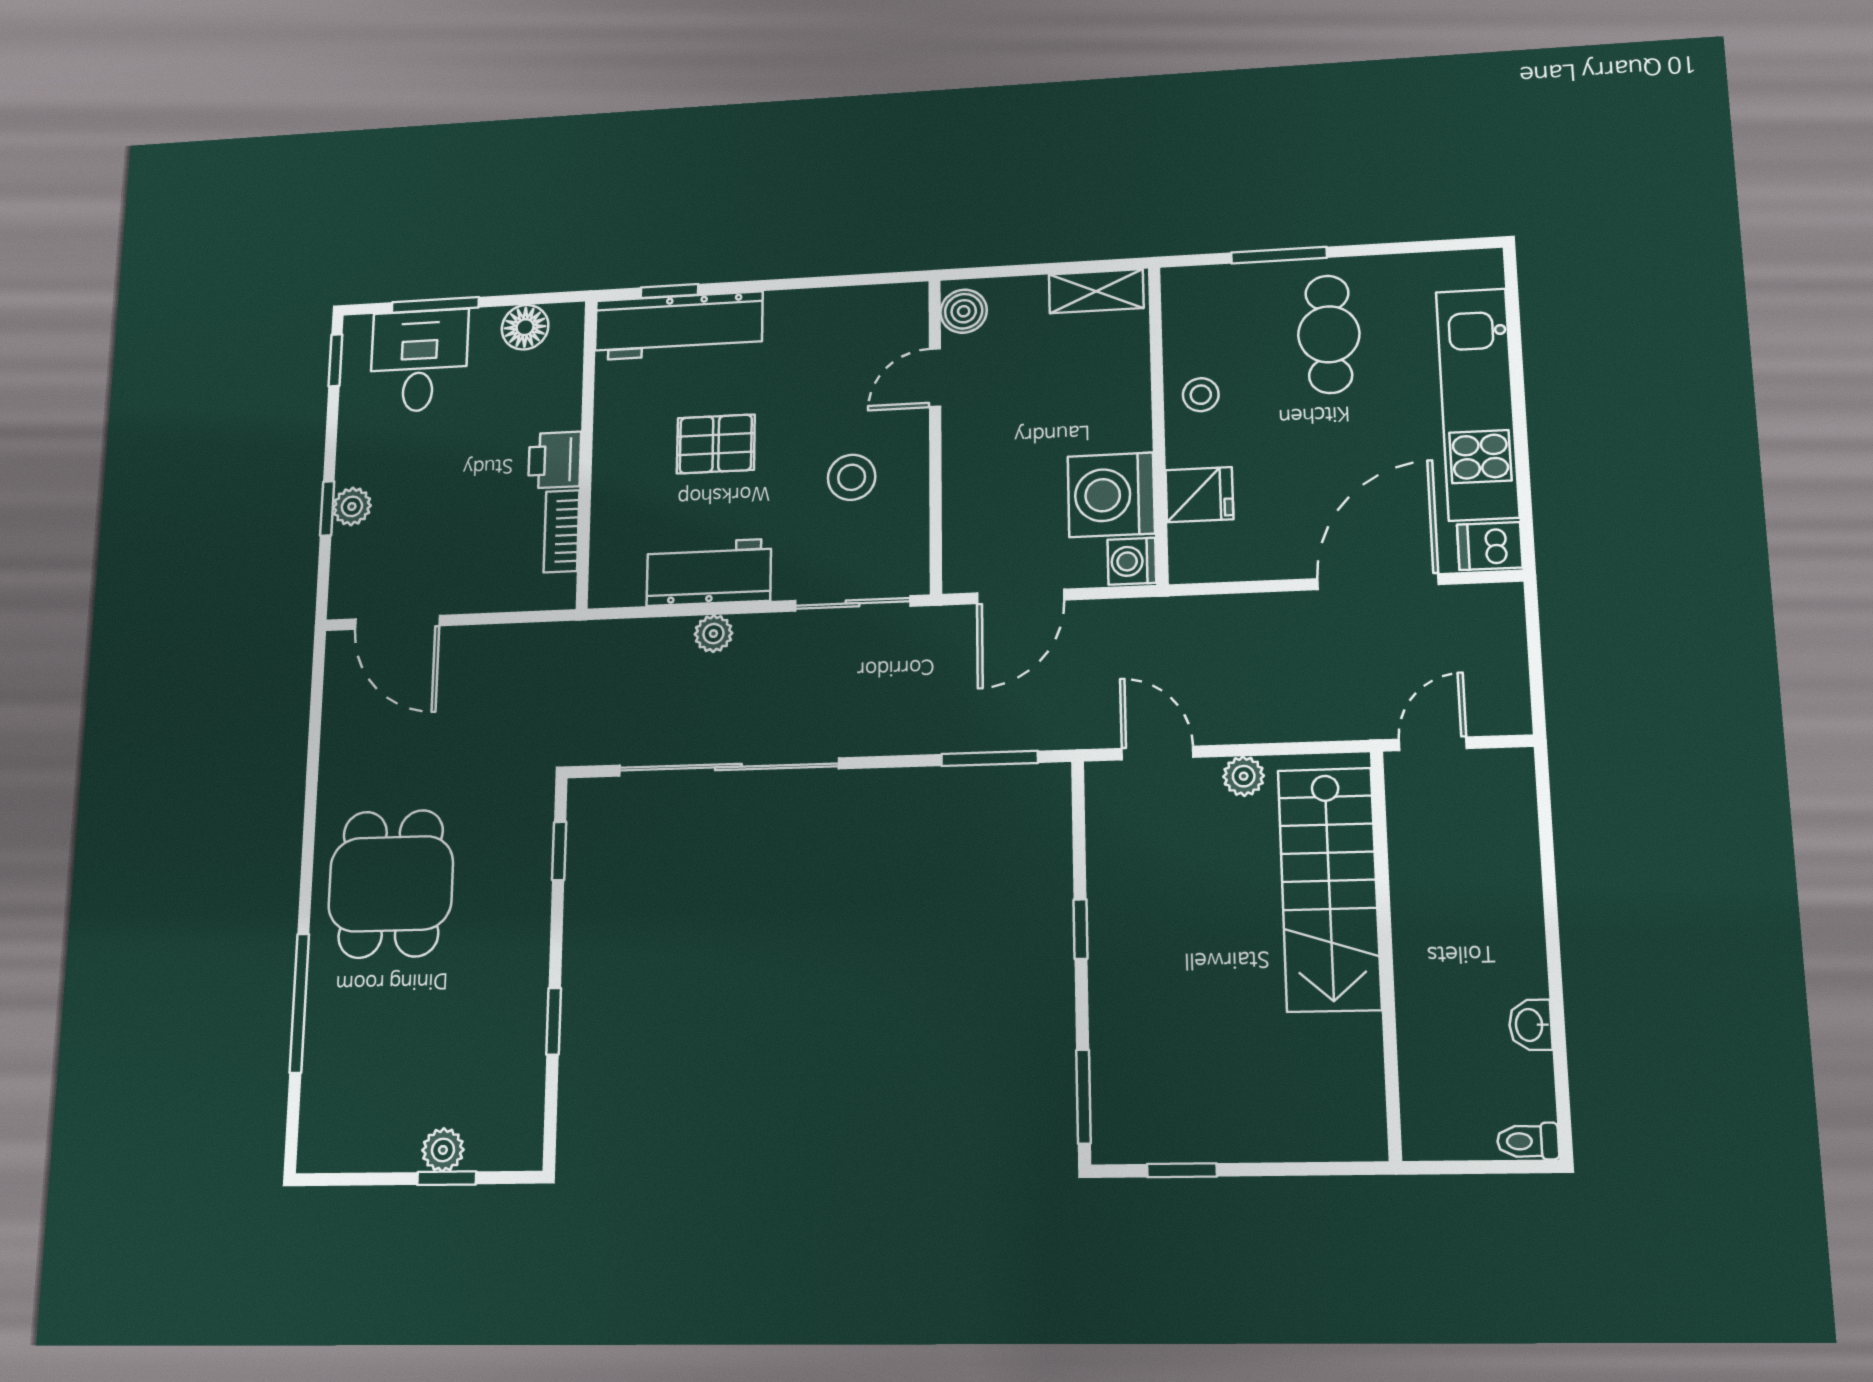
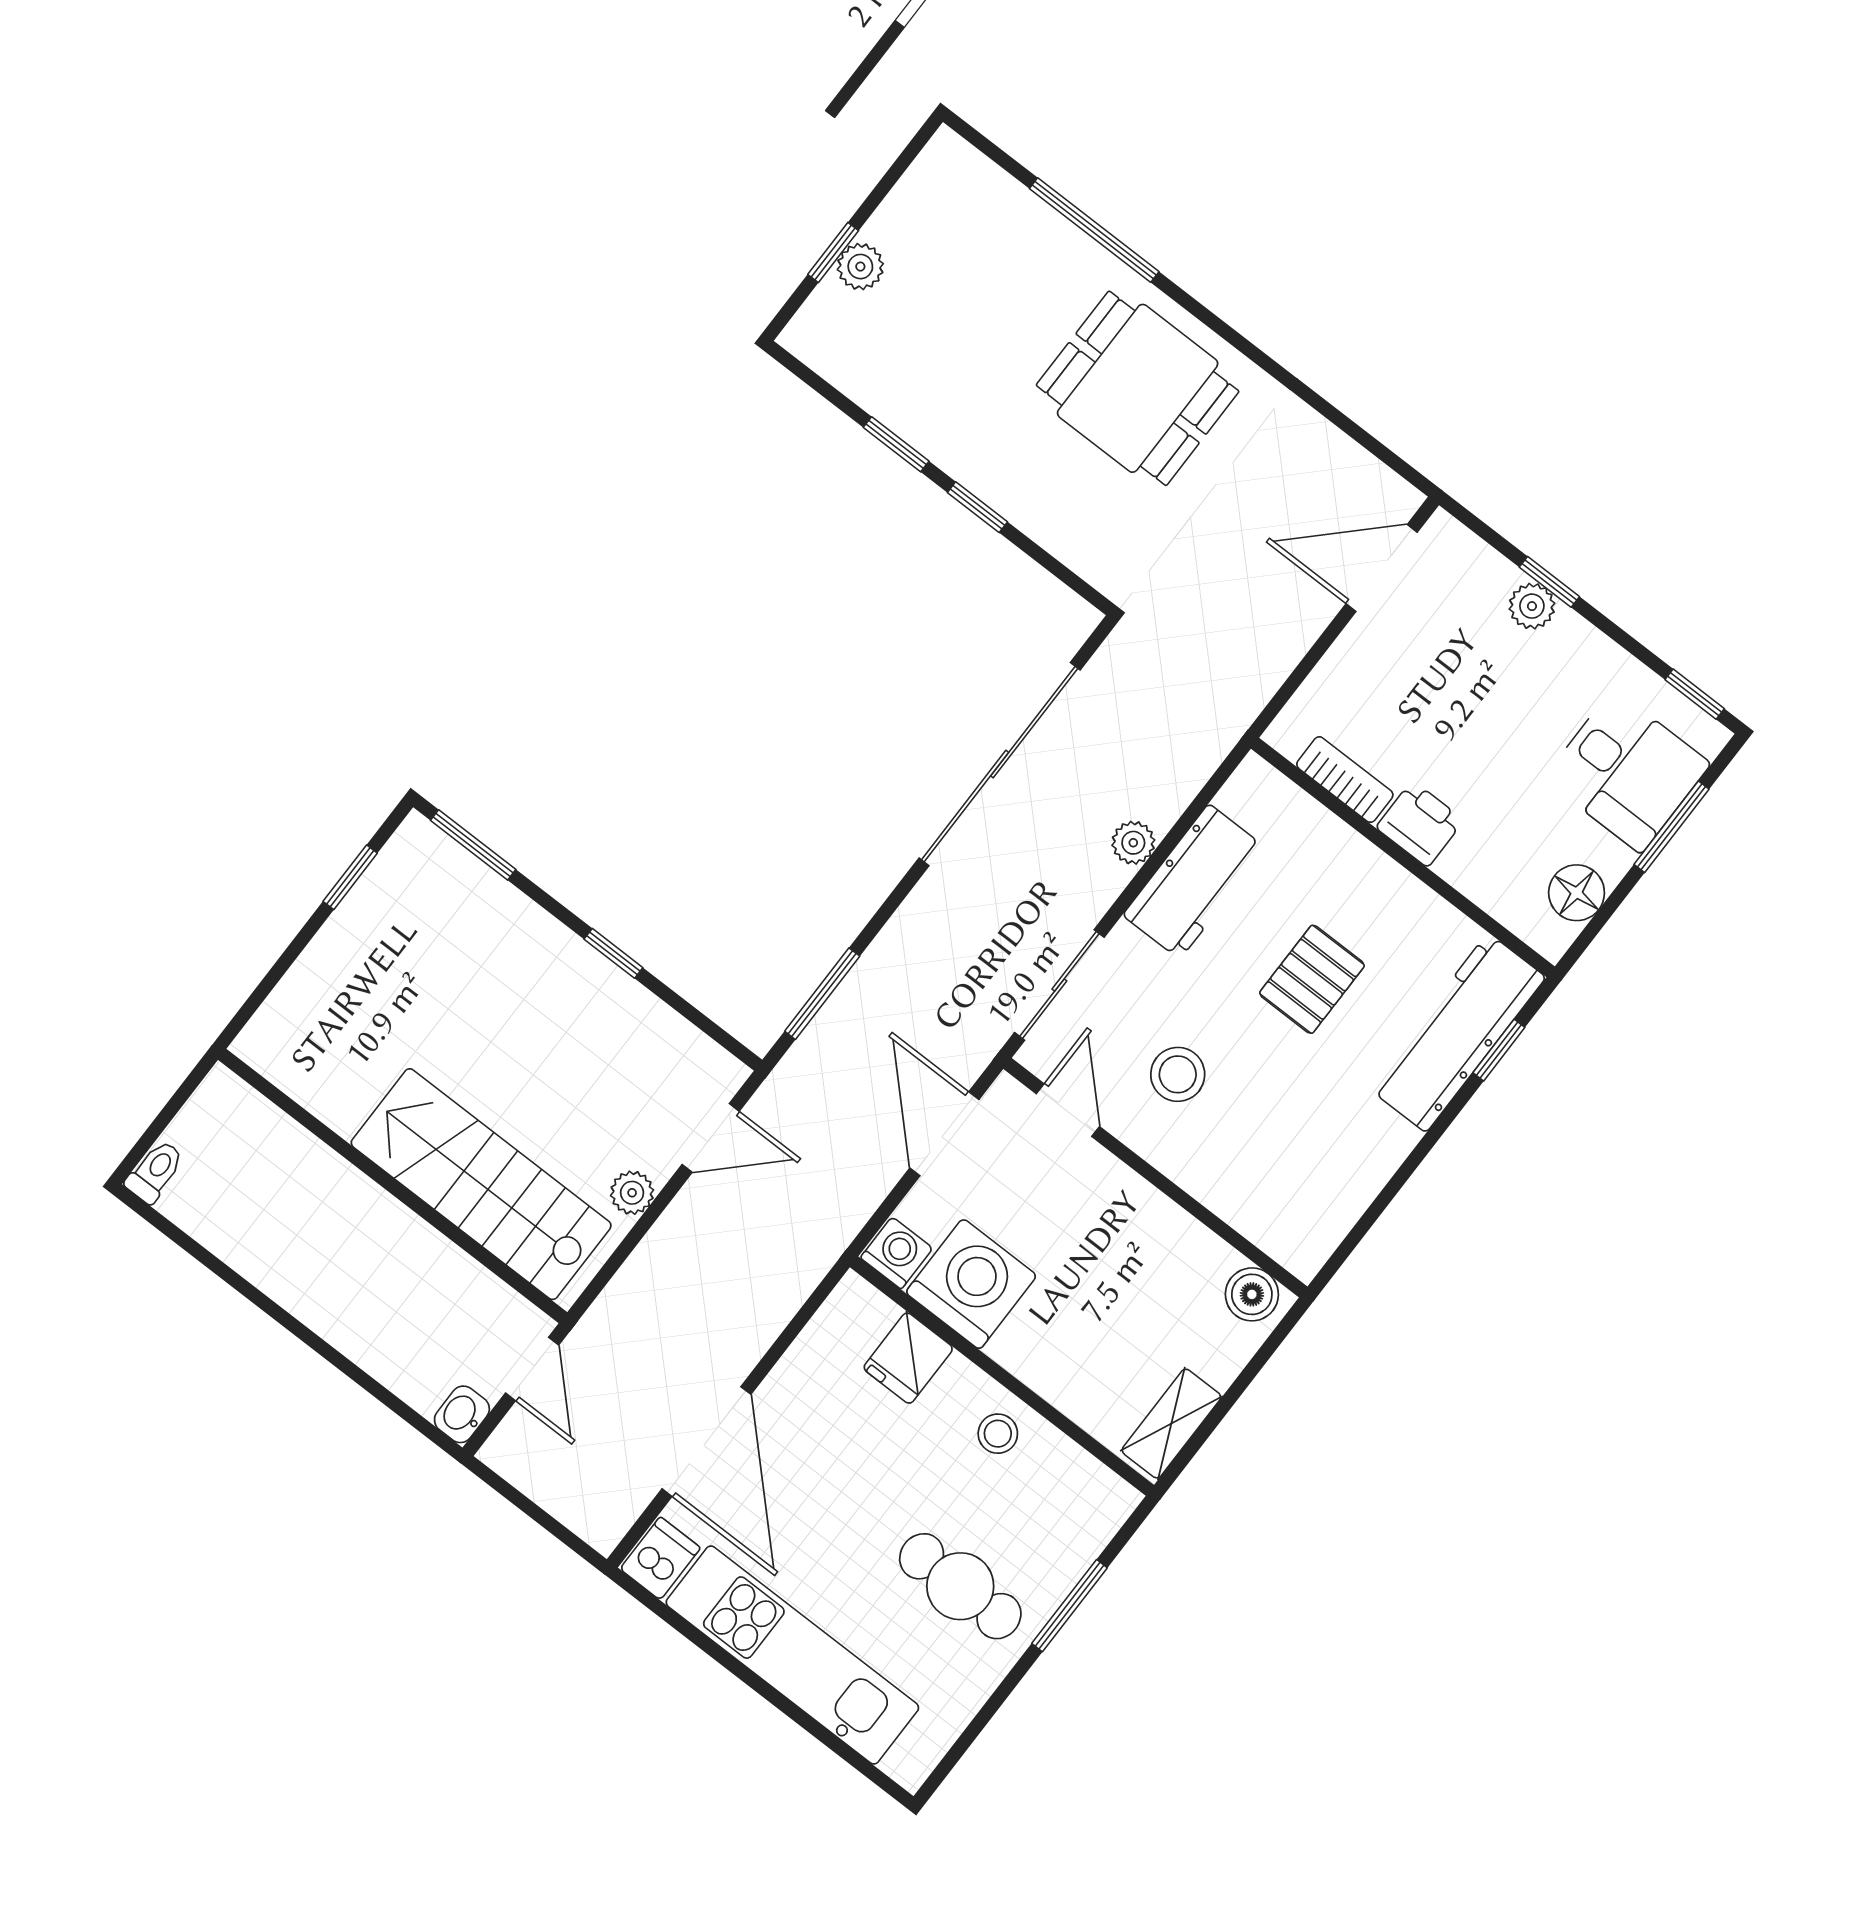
door: (935, 378) -> (1068, 1110), moved
window: (559, 851) -> (977, 507), moved
washbasin: (1530, 1025) -> (462, 1414), moved, turned -90

